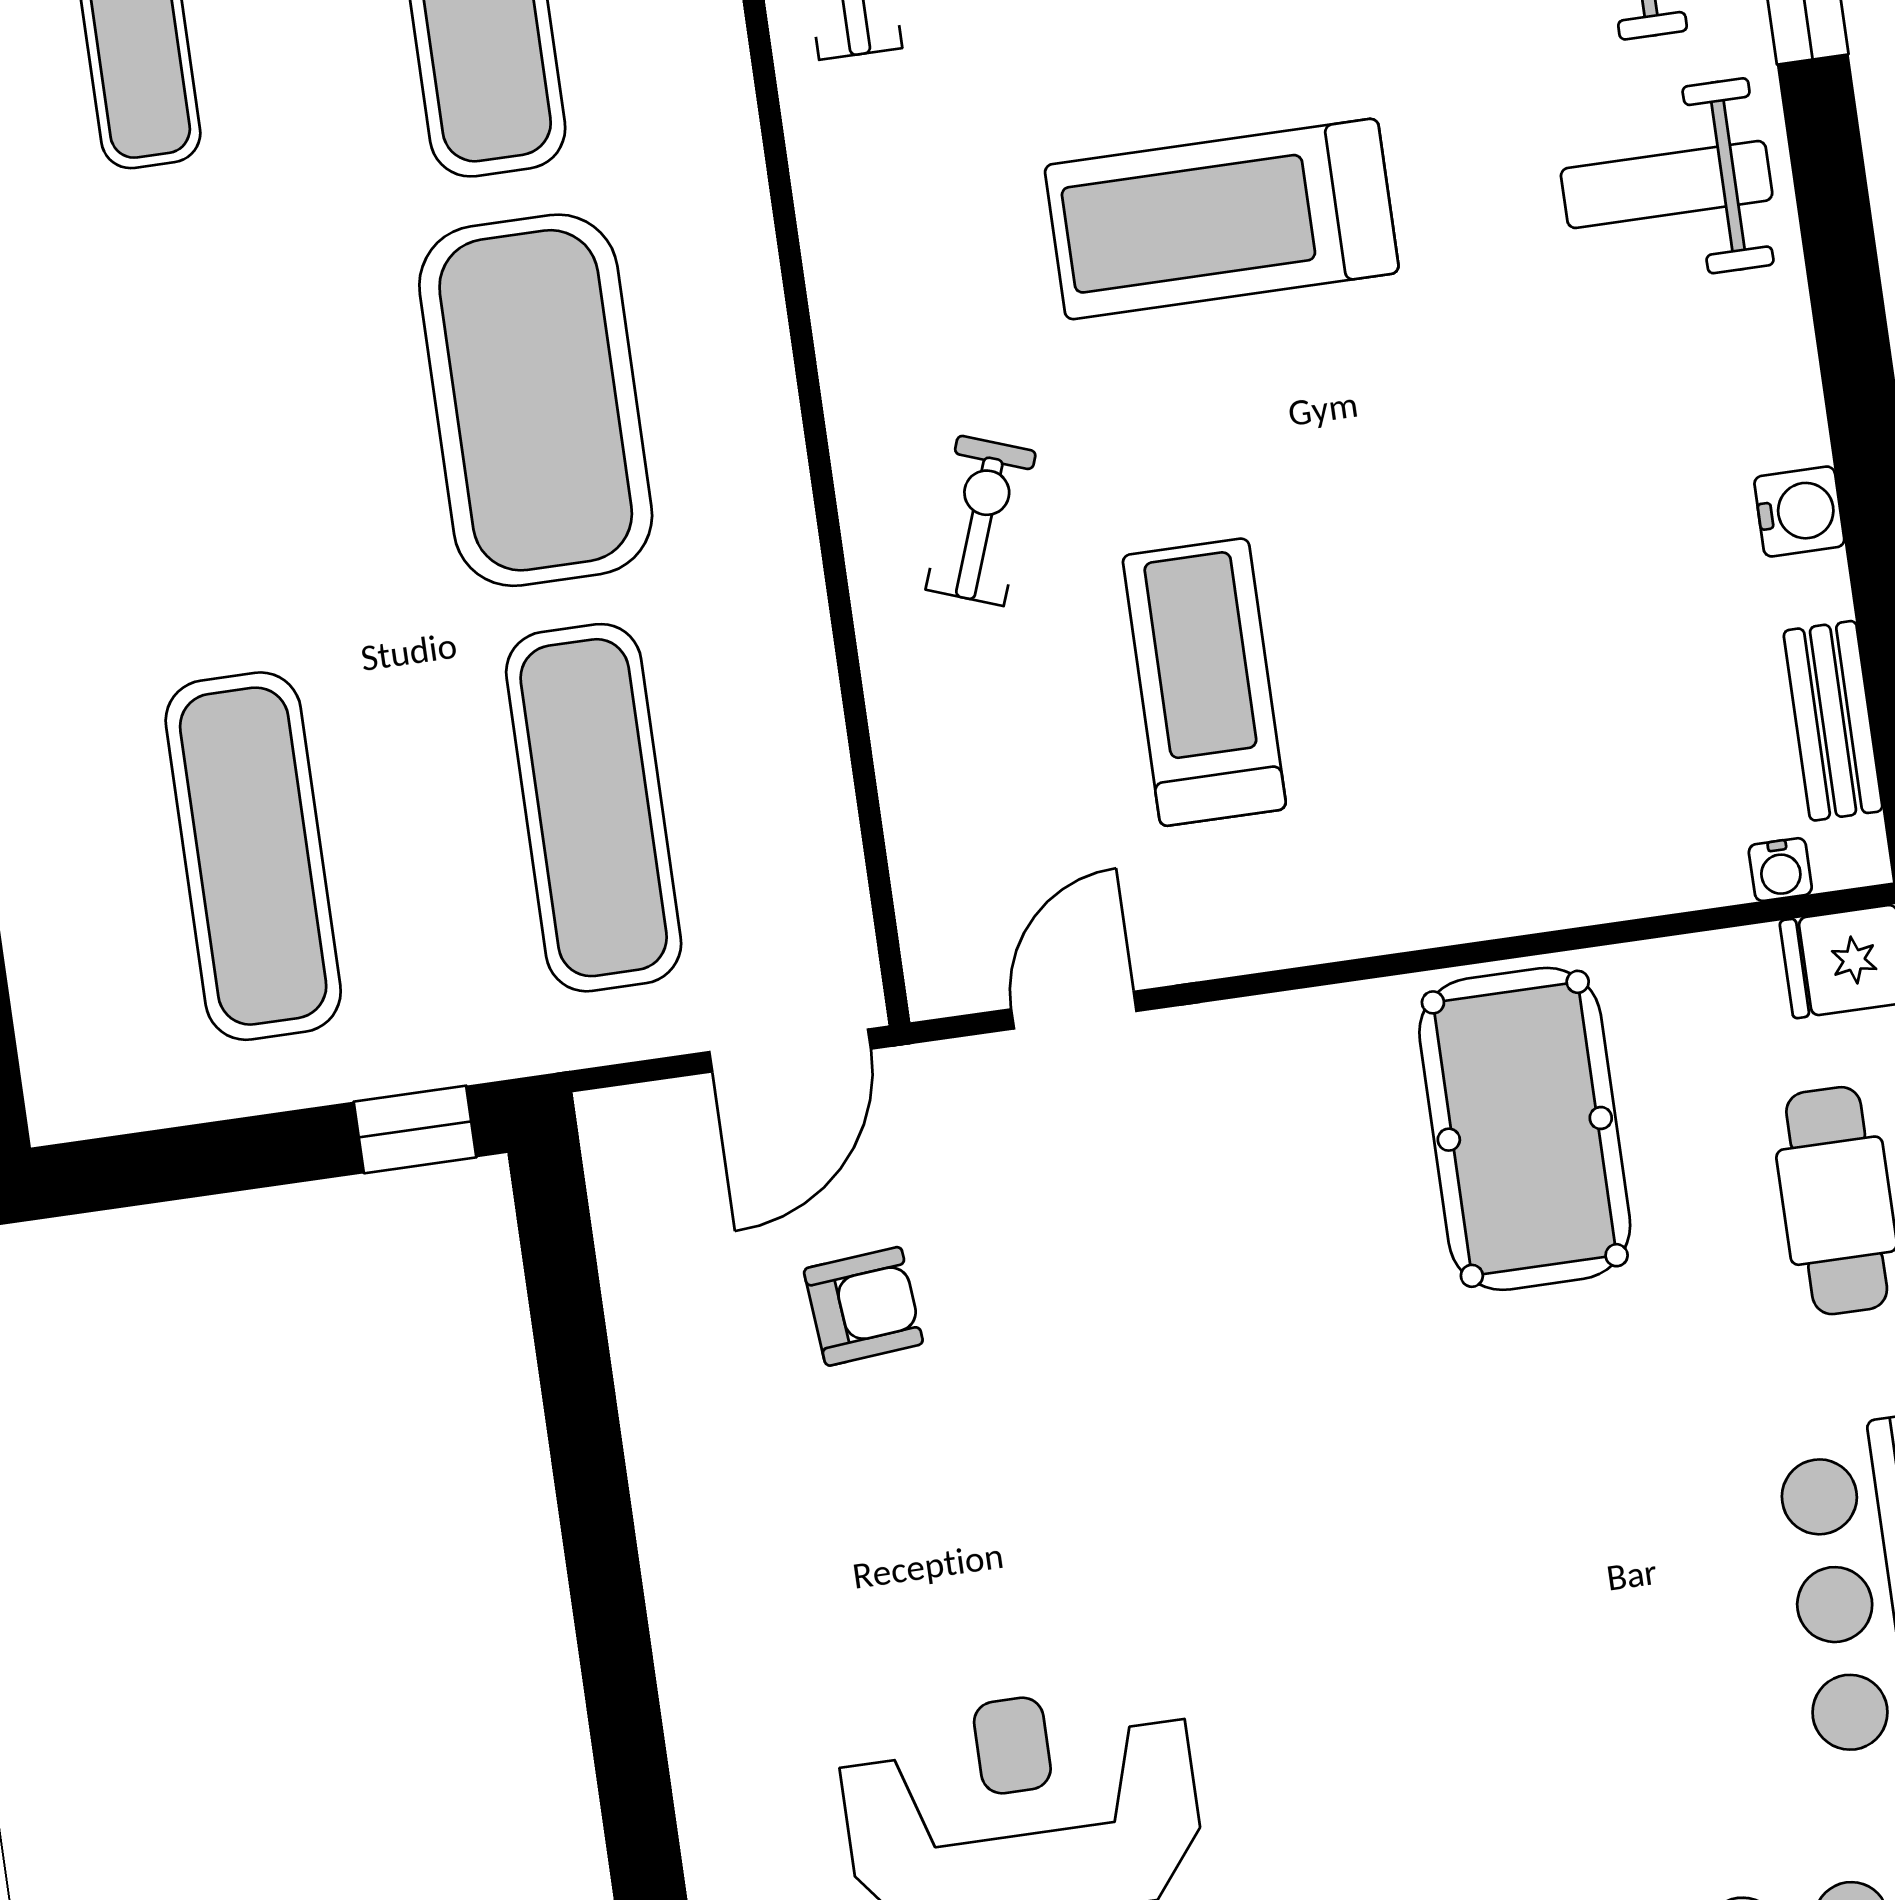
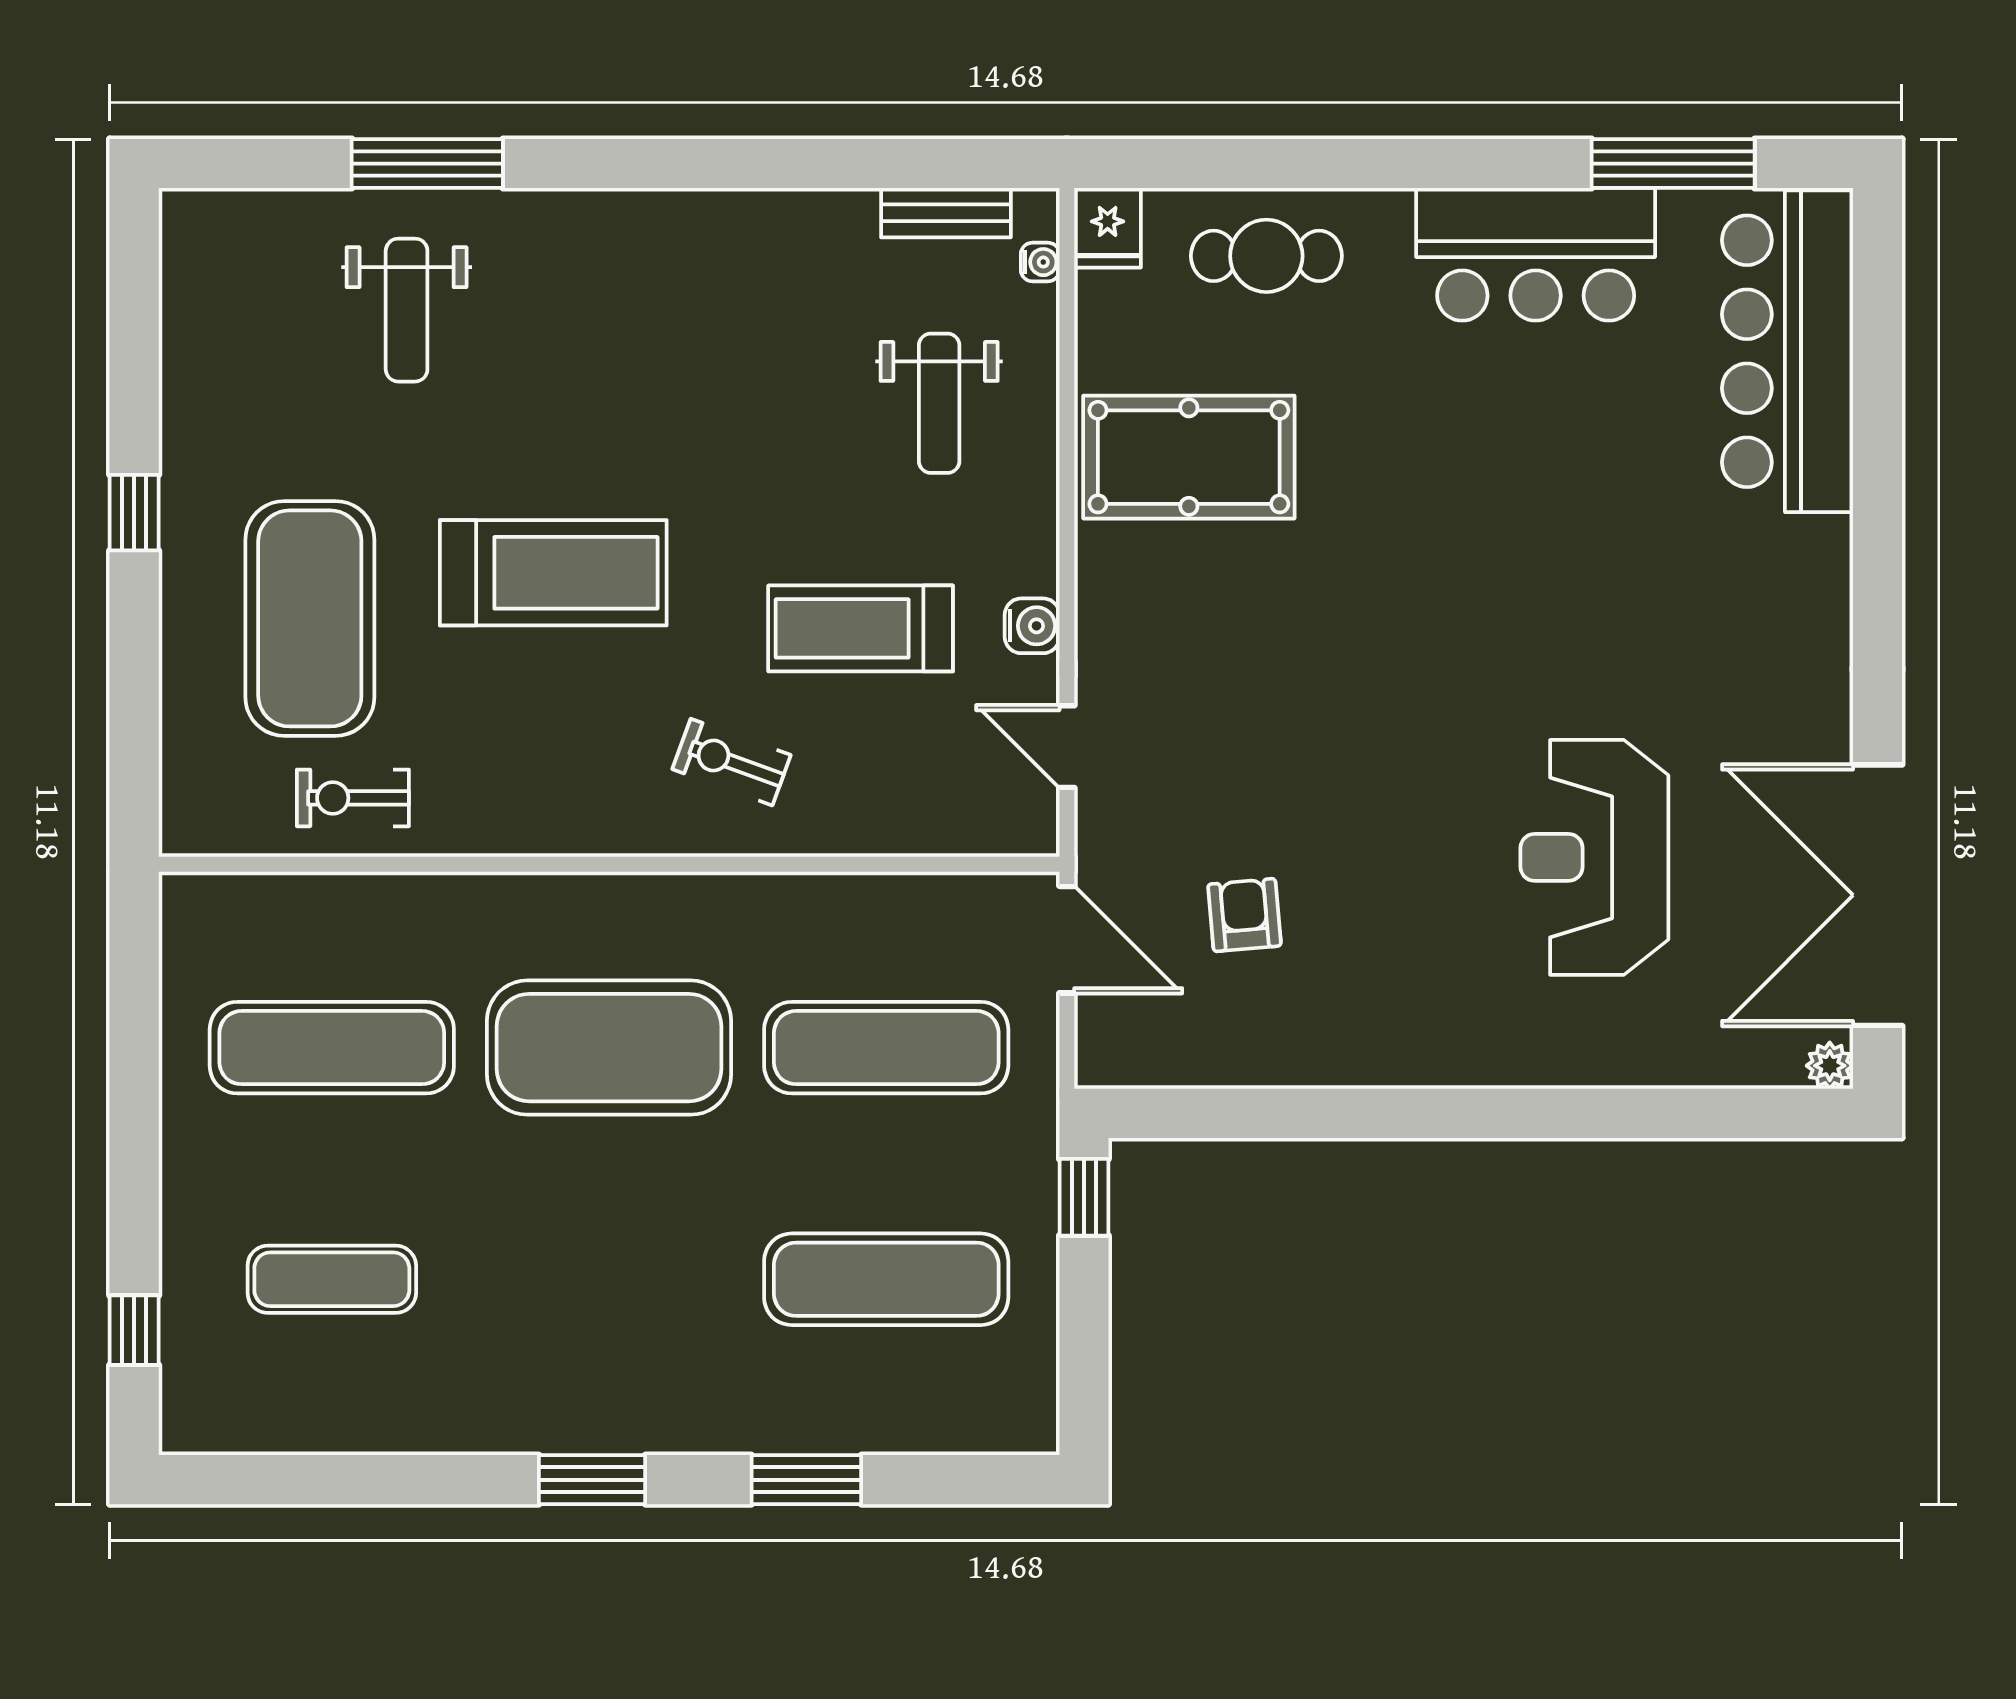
weight bench: (1667, 184) -> (939, 403), moved
treadmill: (1222, 219) -> (553, 573), turned -90
water cooler: (1799, 512) -> (1032, 626), moved, turned 90

